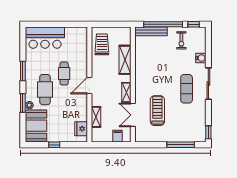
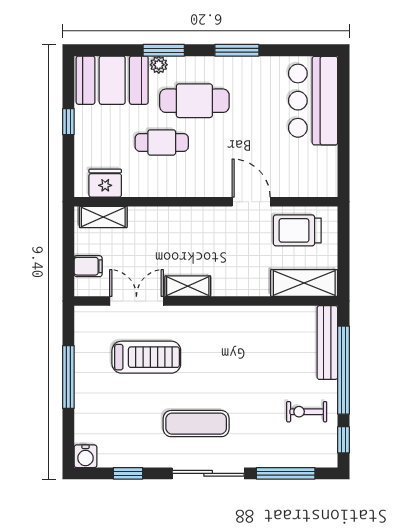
trolley: (102, 44) -> (297, 230), turned 180
window: (208, 50) -> (286, 473), added
water cooler: (201, 58) -> (85, 456), moved
shelving: (125, 60) -> (304, 283), moved
cafe table: (64, 74) -> (162, 142), moved
door: (89, 86) -> (251, 202), moved
shelving: (96, 117) -> (103, 217), moved
window: (208, 132) -> (128, 473), moved
window: (181, 145) -> (68, 377), moved

